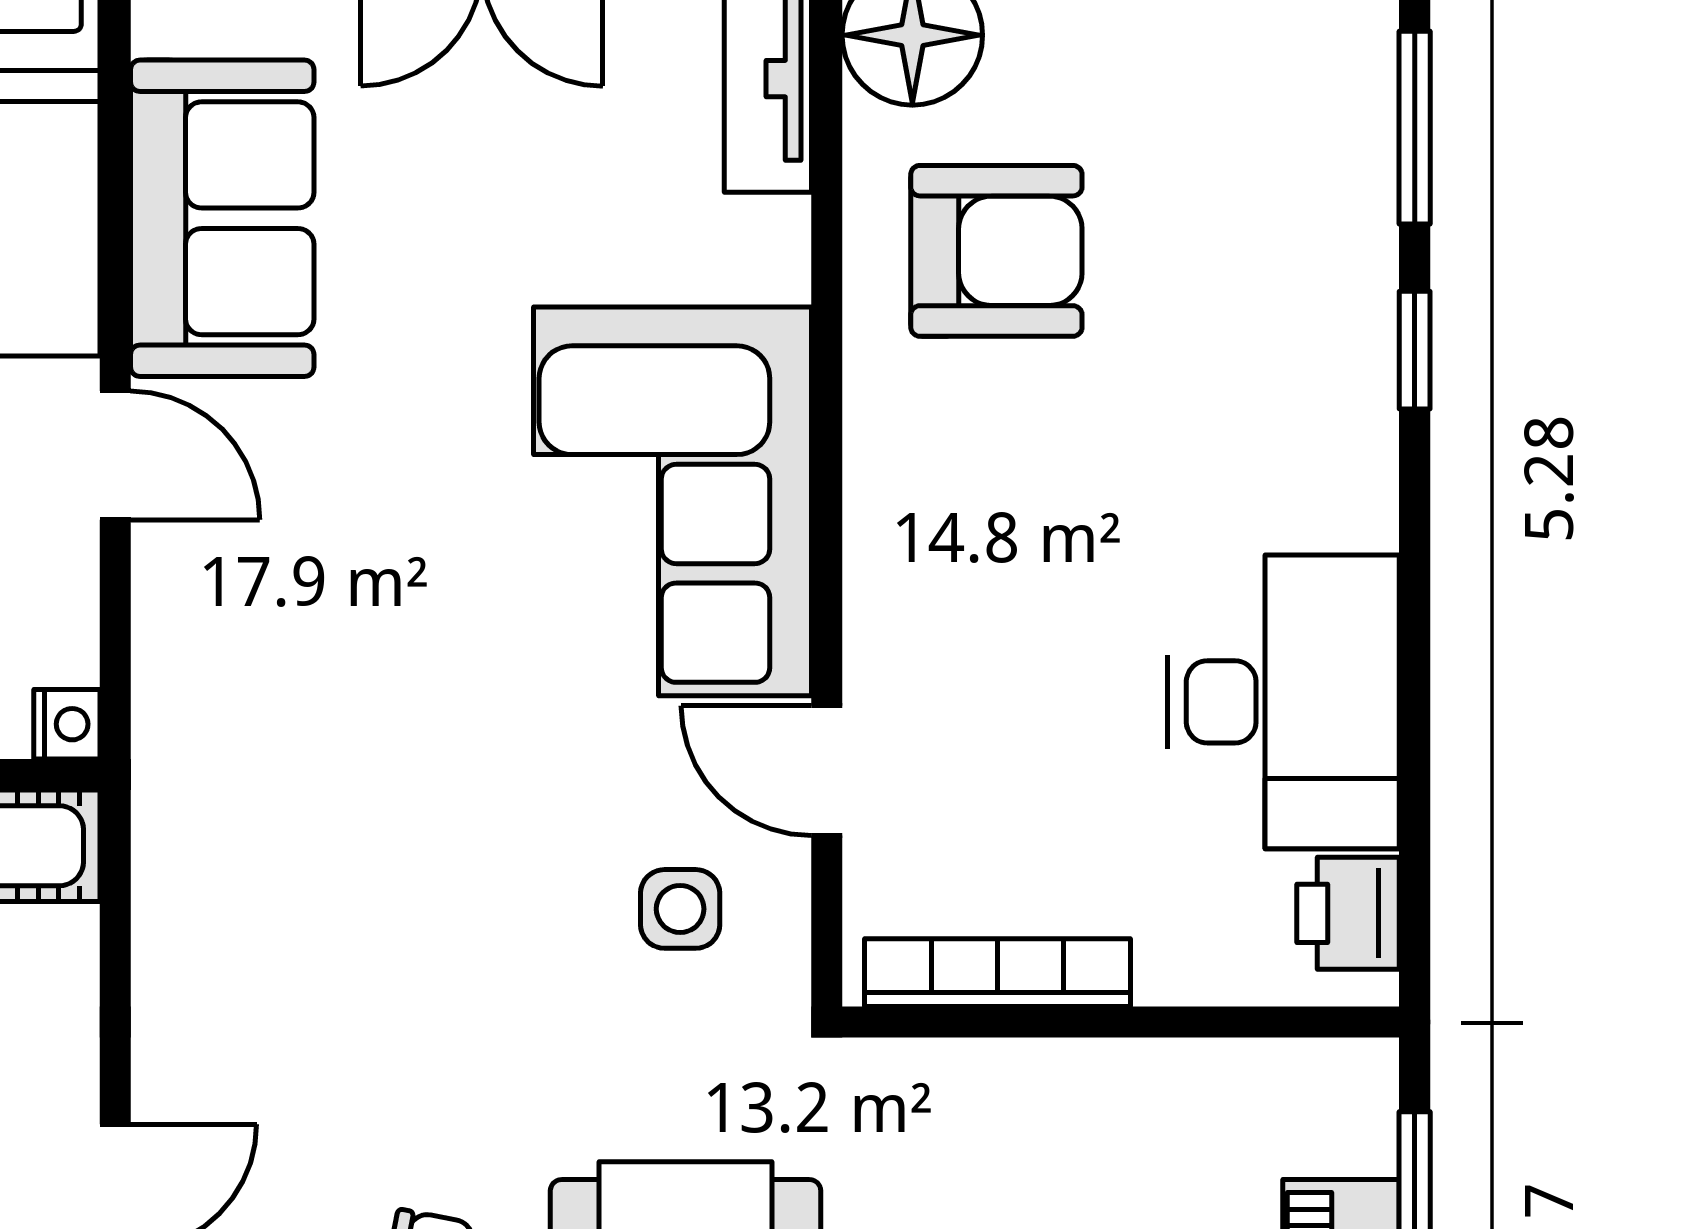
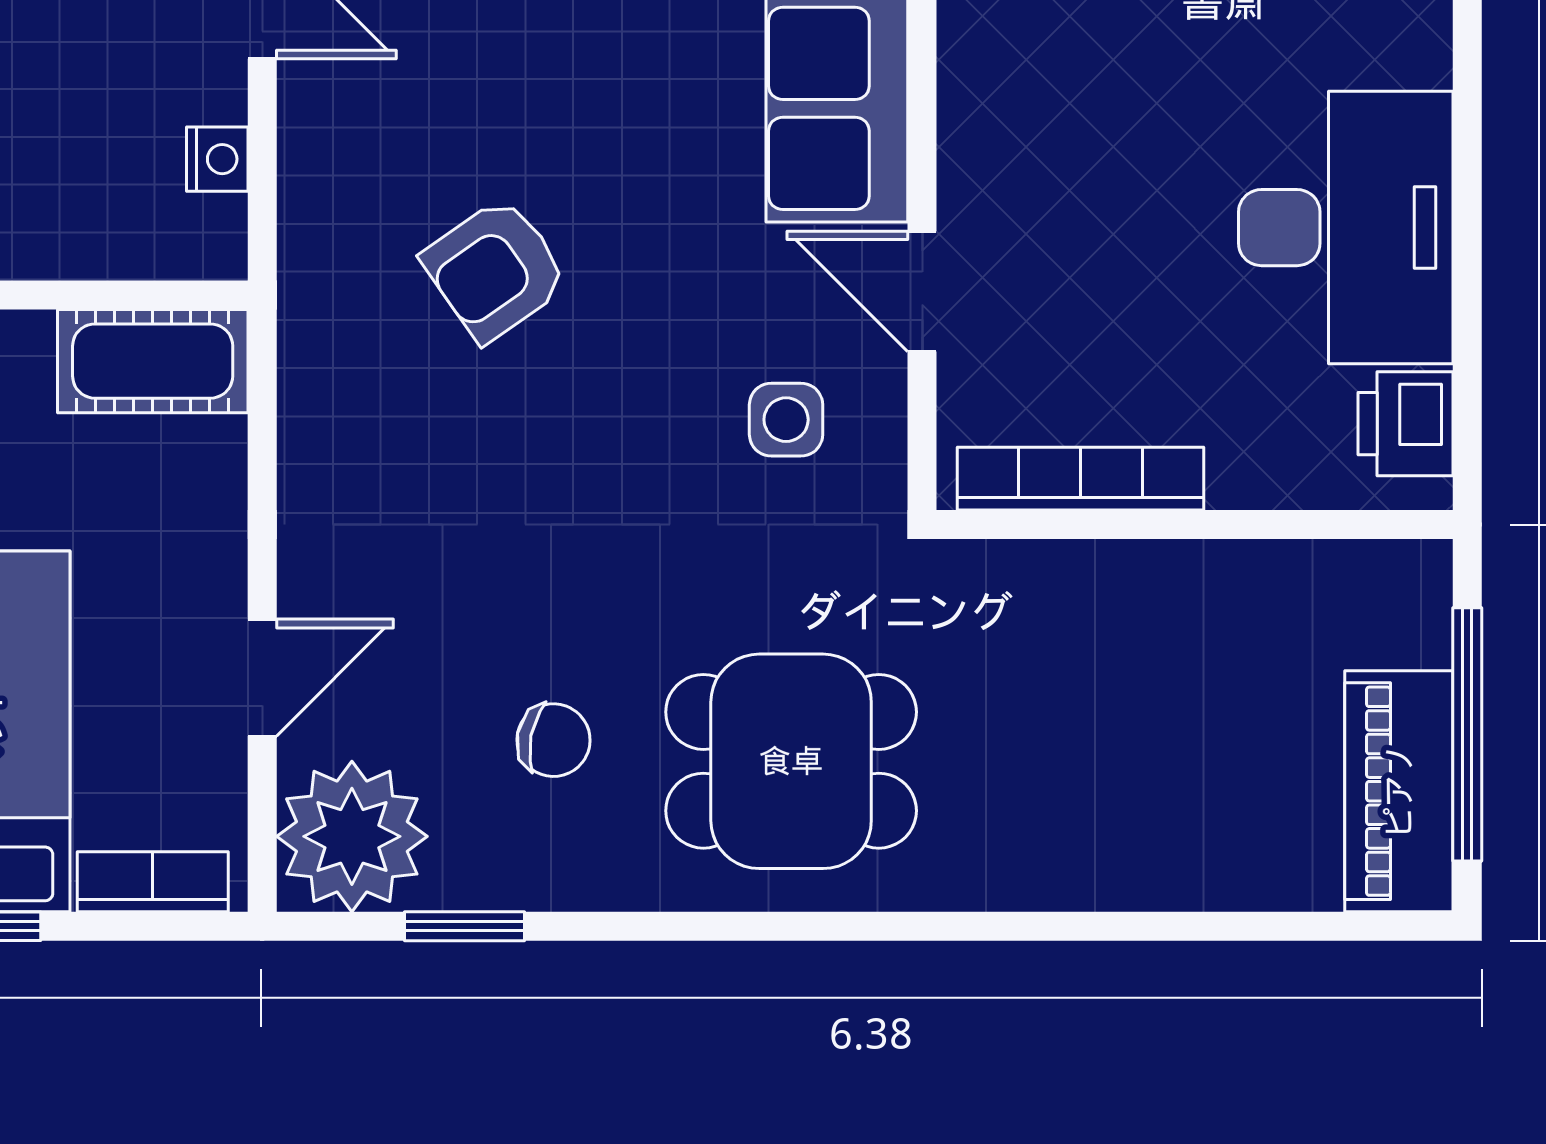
nightstand: (67, 724) -> (217, 159), moved
armchair: (367, 747) -> (495, 270), added

